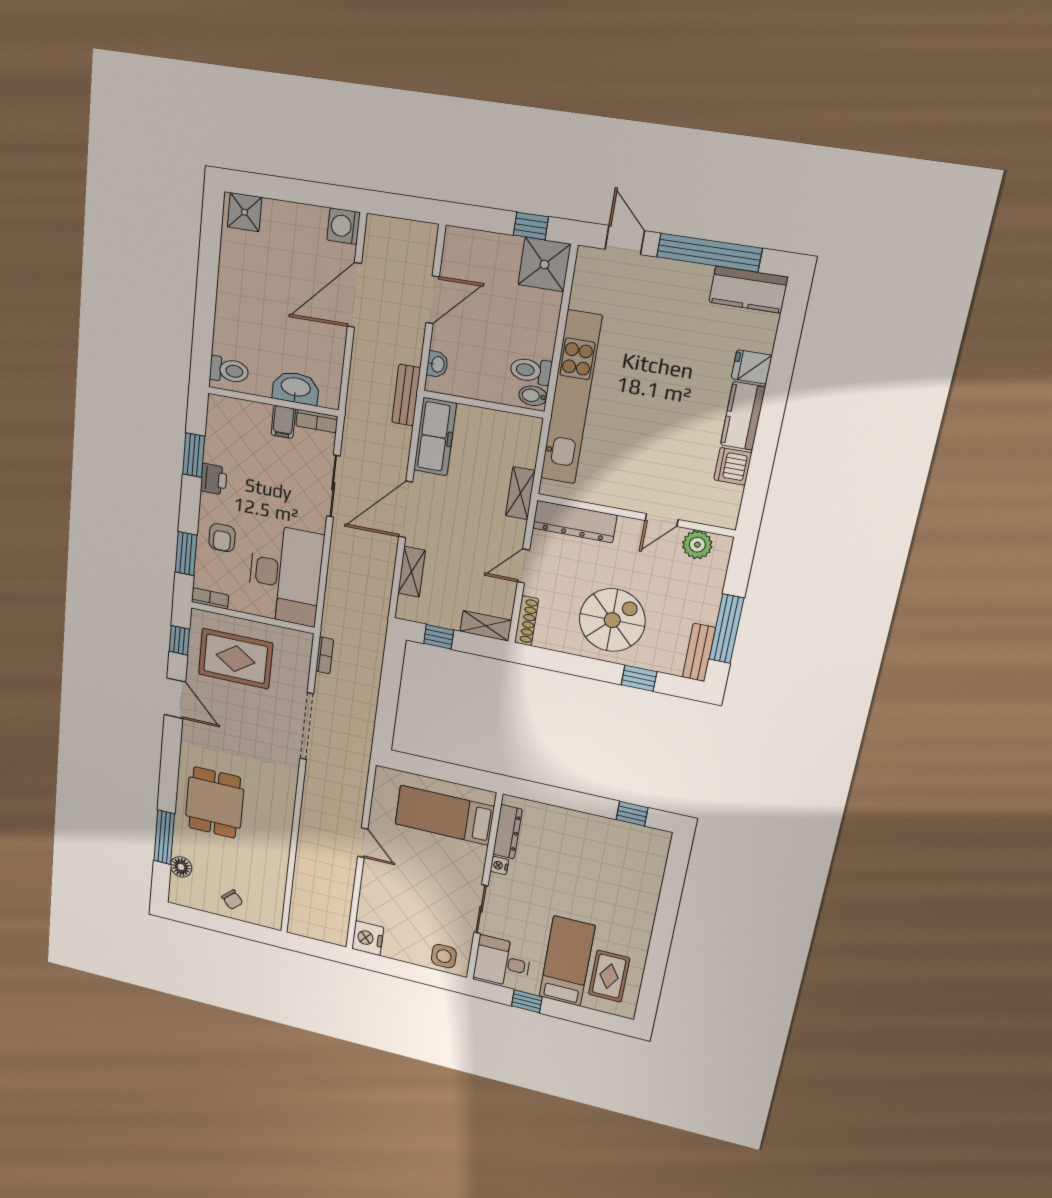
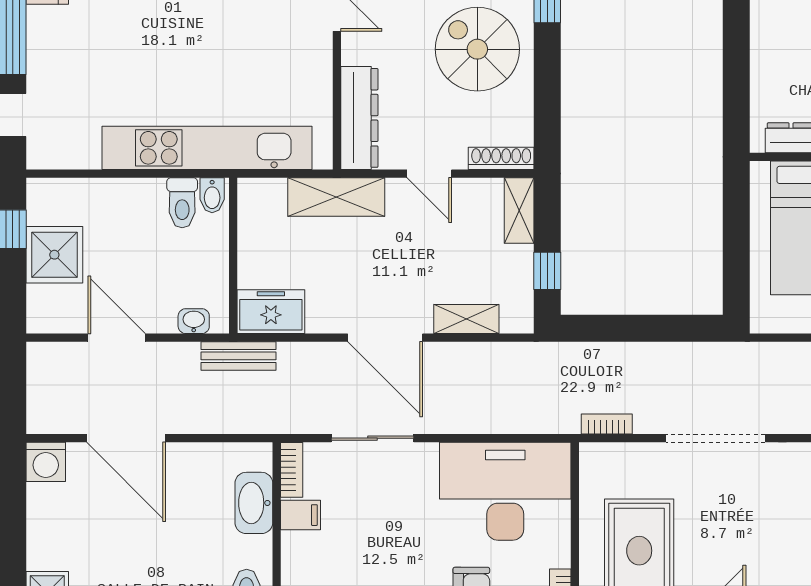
shower: (544, 264) -> (54, 255), moved
freezer: (435, 437) -> (271, 312), width x0.71
shelving: (520, 493) -> (336, 197), width x1.50, depth x1.33

